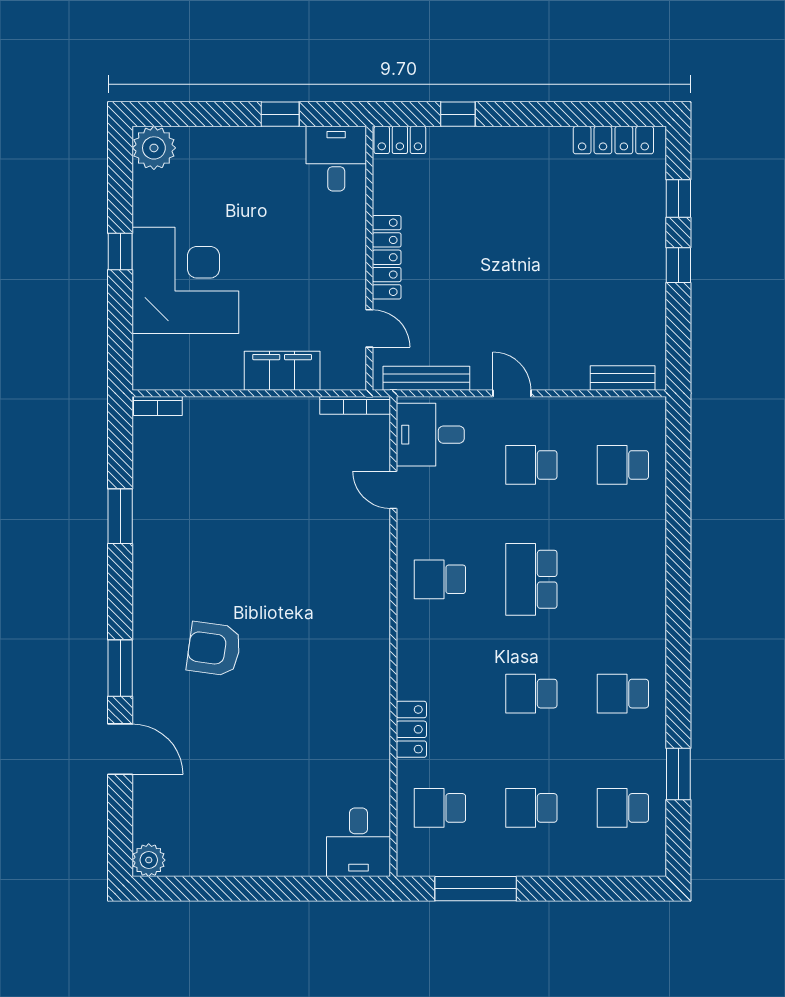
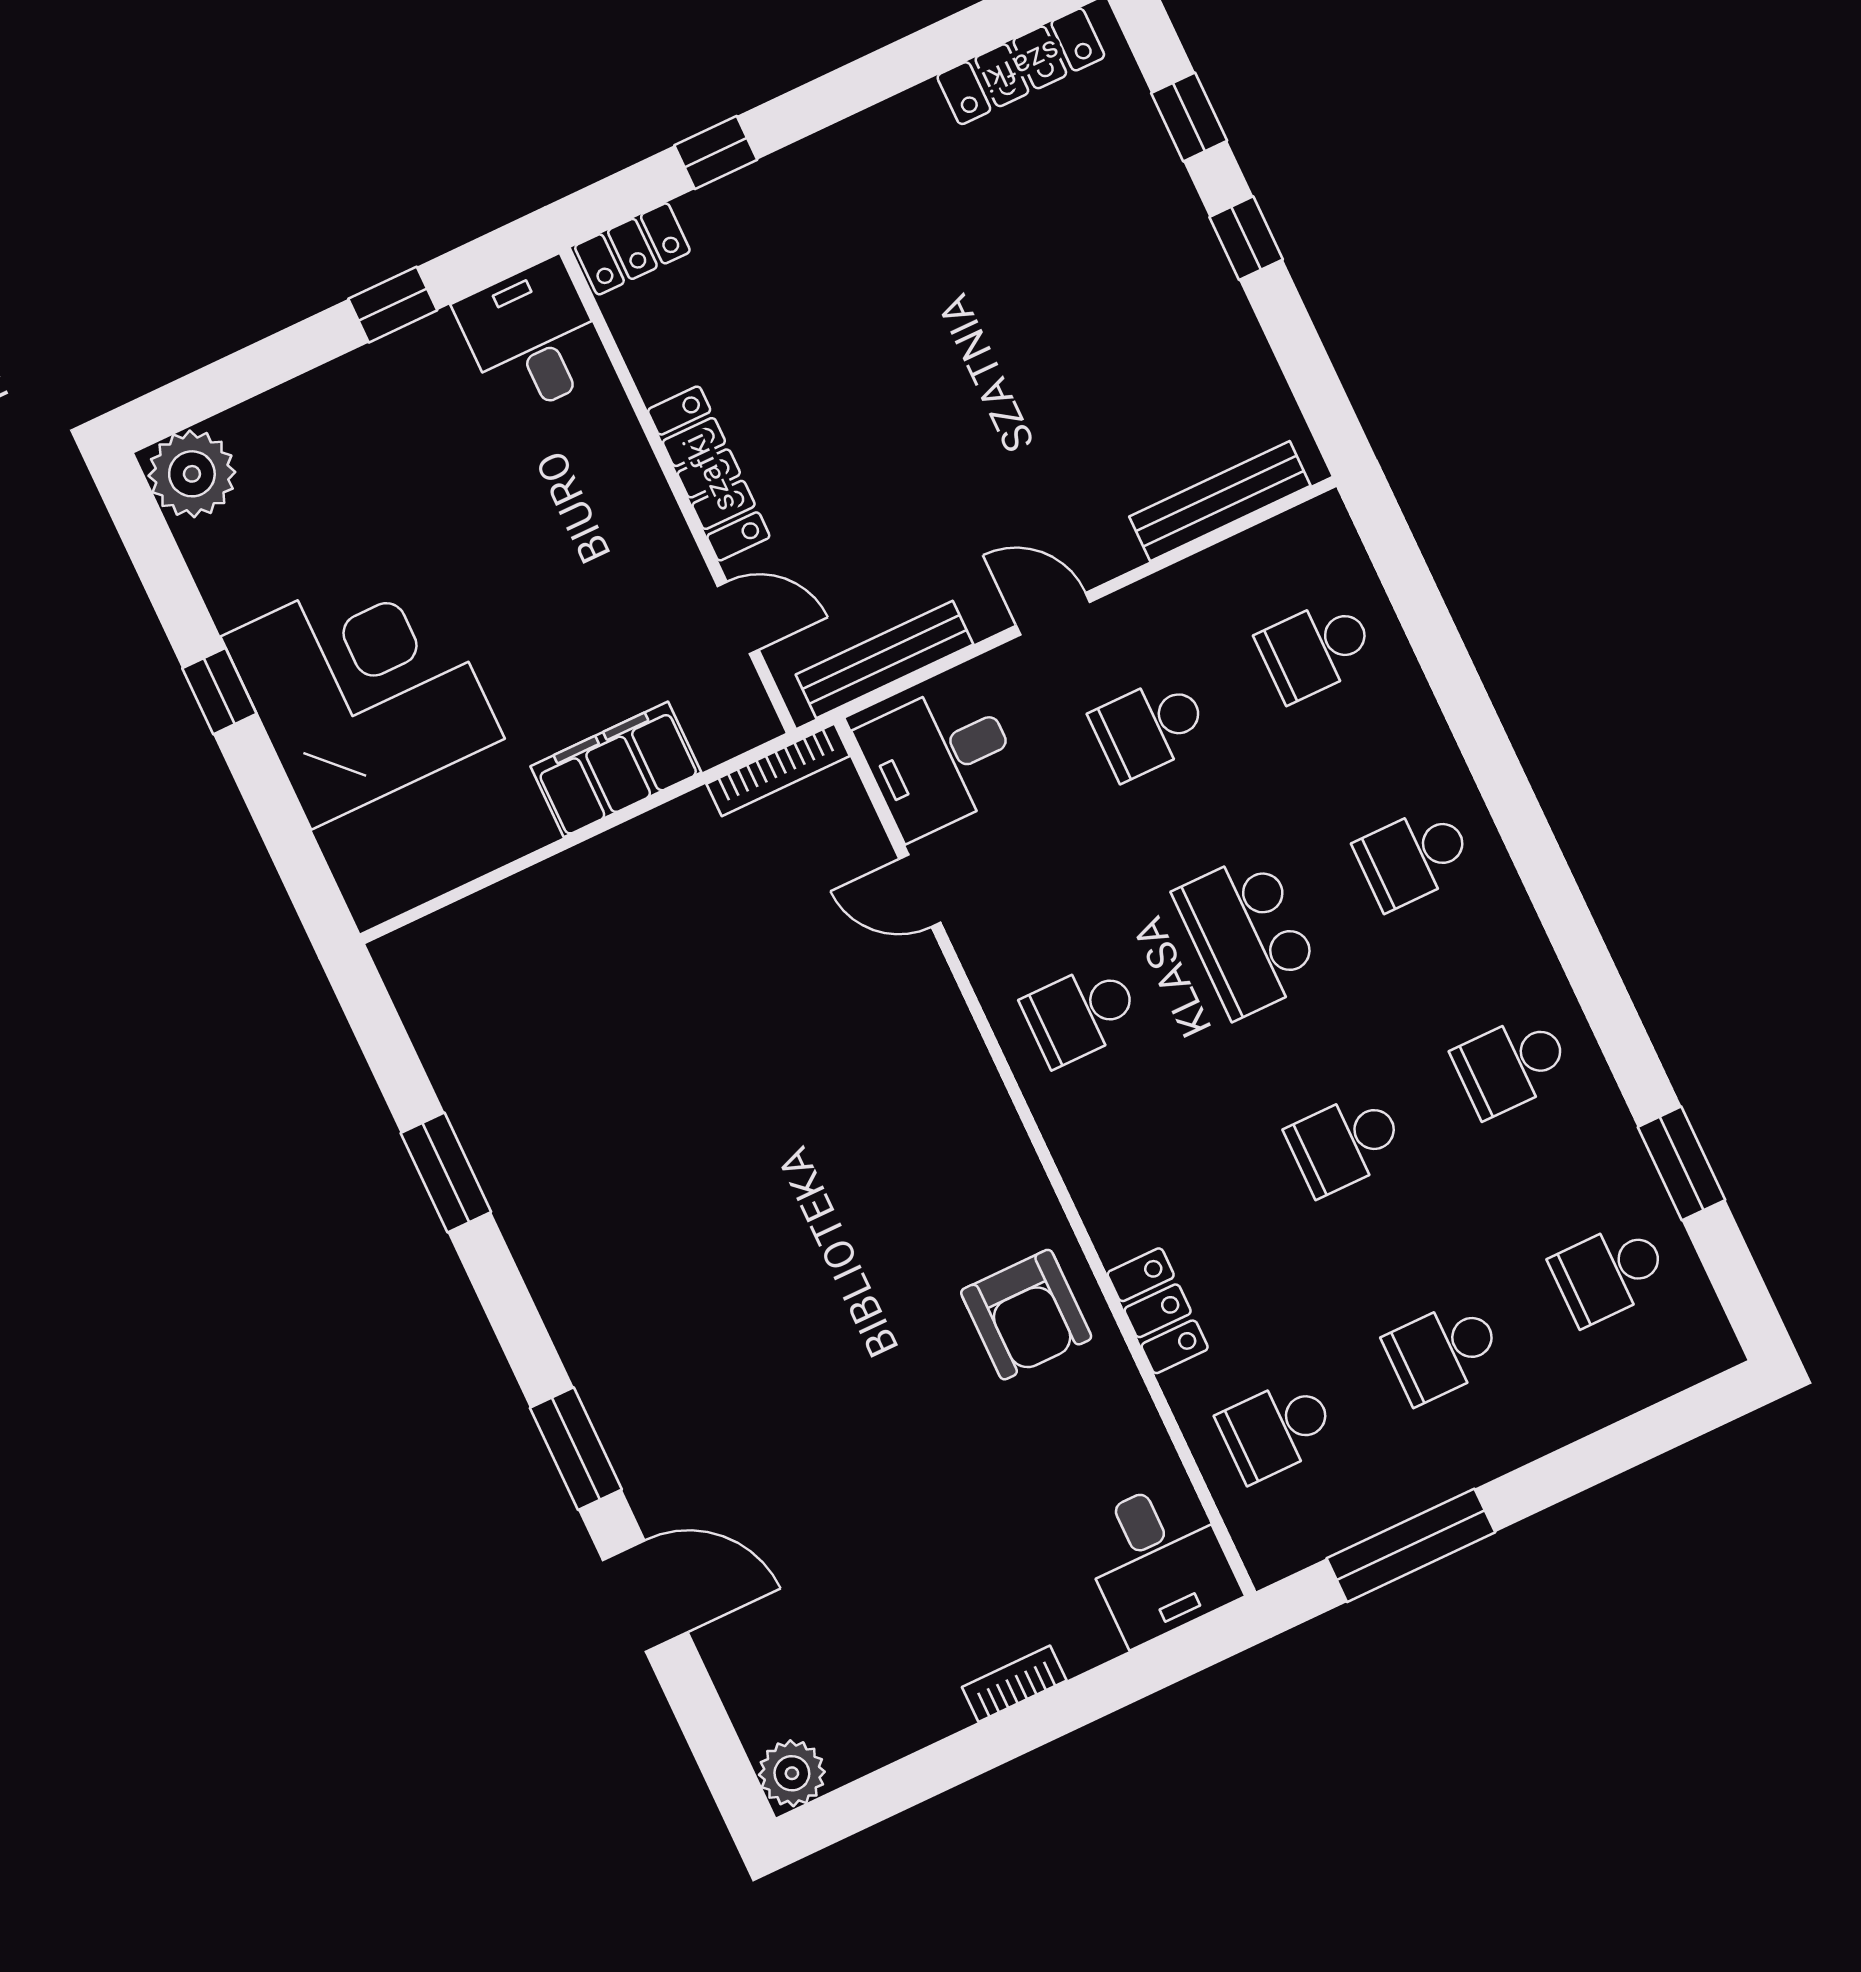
bench: (623, 378) -> (1220, 501), width x1.36
bookcase: (158, 406) -> (1014, 1684), moved, turned 180
school desk: (623, 579) -> (1414, 857), added
armchair: (214, 649) -> (1026, 1315), moved, turned -98

